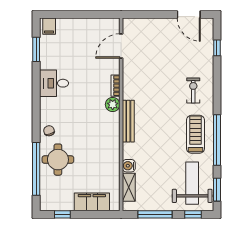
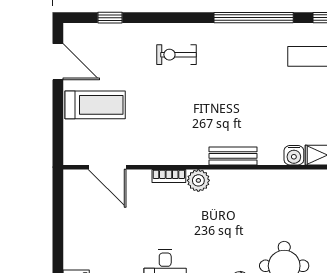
door: (189, 14) -> (58, 62), hinge flipped
bench: (128, 121) -> (233, 156), width x0.73
treadmill: (195, 134) -> (95, 105), moved, turned 180

